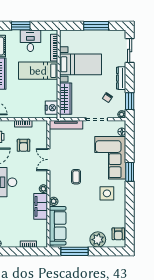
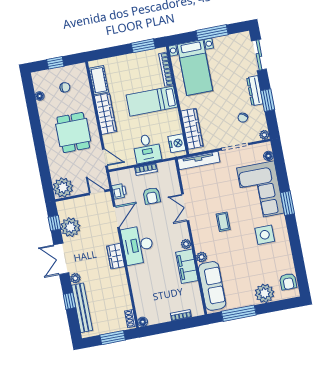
window: (21, 26) -> (143, 46), moved
desk: (30, 41) -> (147, 148), moved, turned 180
bed with nightstands: (80, 64) -> (195, 68), moved, turned 90
window: (130, 101) -> (268, 100), moved

